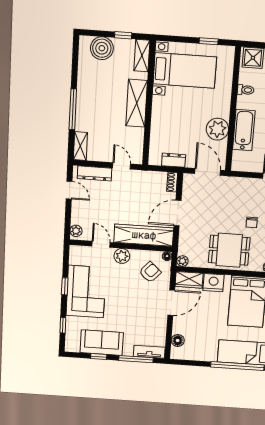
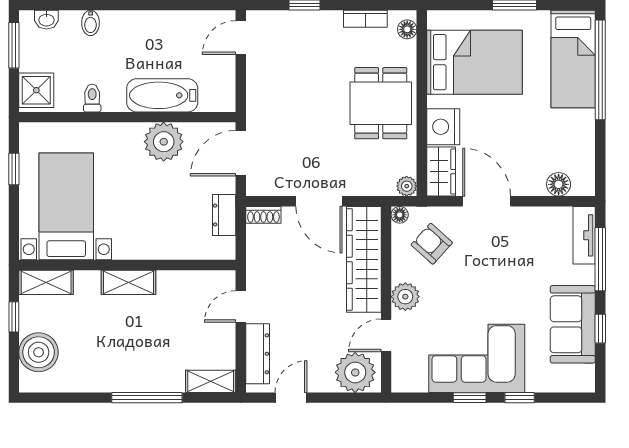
shelving: (137, 103) -> (128, 282), width x0.67, depth x0.75
chair: (252, 222) -> (326, 67), removed
plant: (76, 231) -> (355, 372), width x1.88, depth x1.88
window: (63, 325) -> (520, 398), moved

